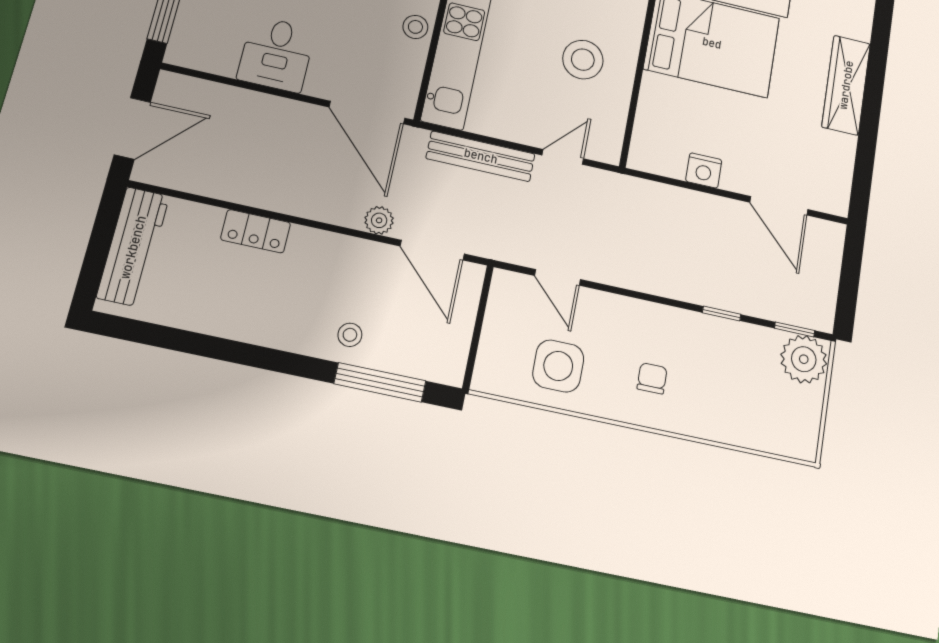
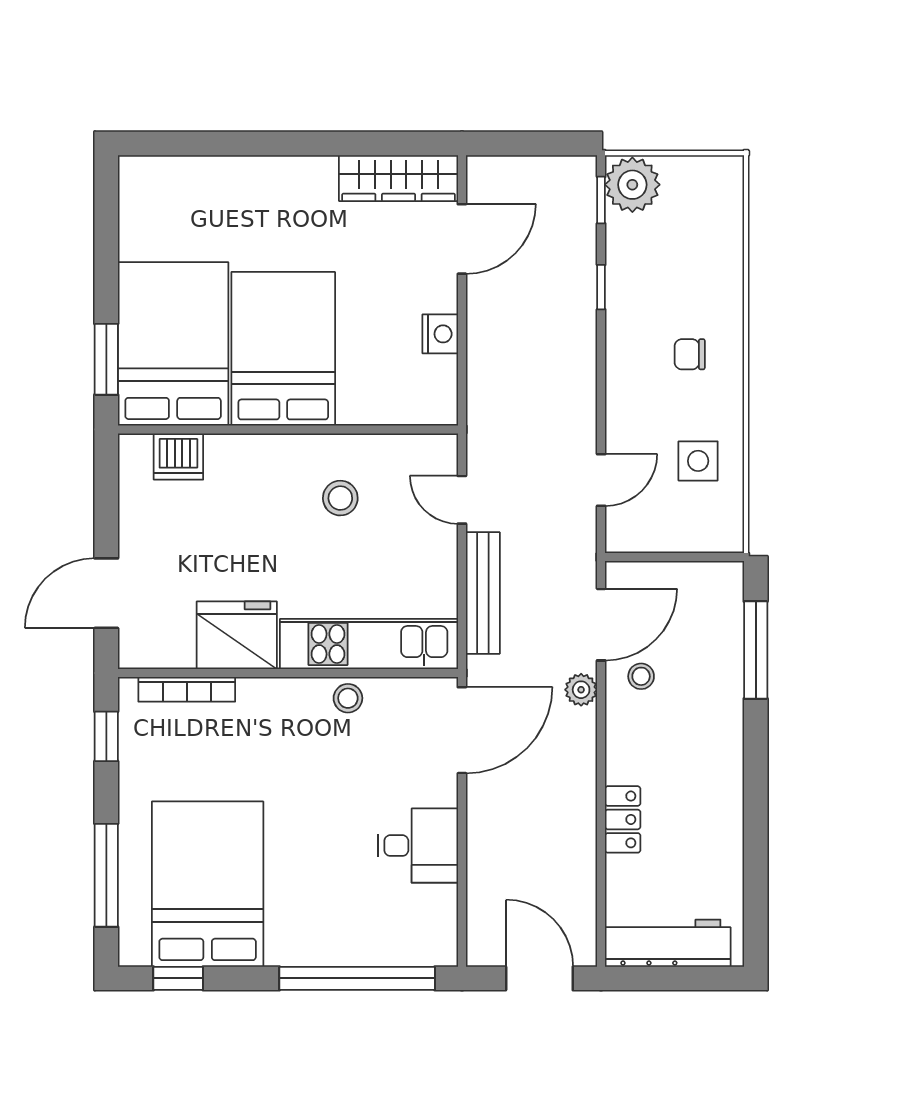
stool: (583, 60) -> (340, 498), width x0.73, depth x0.73
wardrobe: (846, 85) -> (399, 178), moved
stool: (350, 335) -> (641, 676), moved
side table: (558, 366) -> (698, 461), width x0.73, depth x0.73

